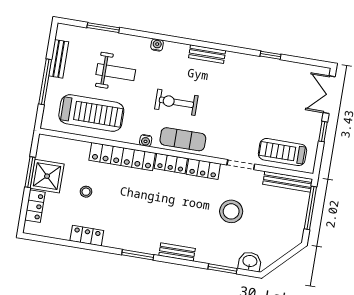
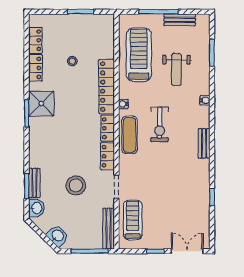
exercise bike: (176, 102) -> (160, 124), turned 180
treadmill: (91, 113) -> (139, 55), turned 180
shower: (47, 176) -> (41, 104), moved
locker: (35, 206) -> (35, 40), moved, turned -90
washbasin: (286, 242) -> (58, 236), added
bench: (177, 252) -> (34, 183), moved

